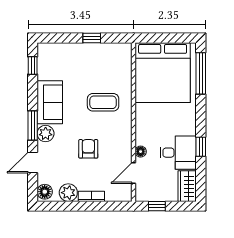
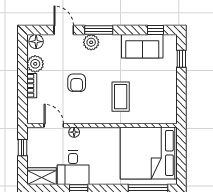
window: (92, 38) -> (181, 59), moved
sofa: (50, 102) -> (142, 46), moved
armchair: (88, 149) -> (77, 83), turned 90

